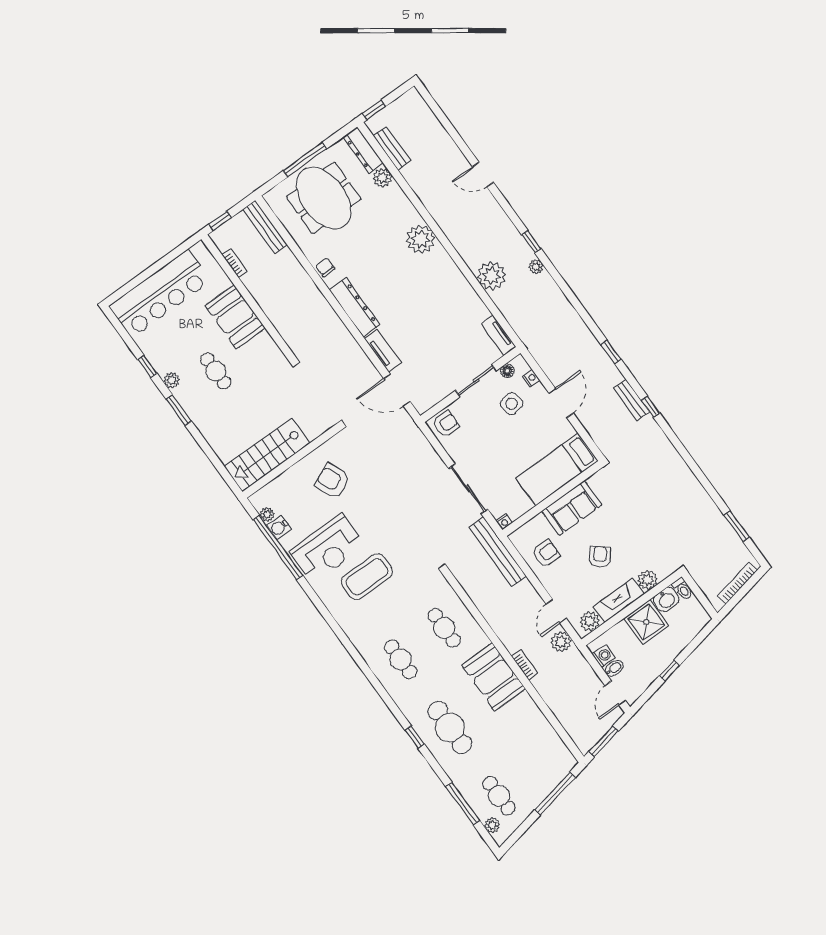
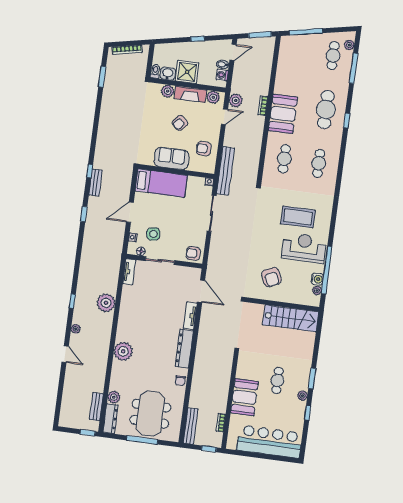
plant: (536, 267) -> (76, 329), moved

